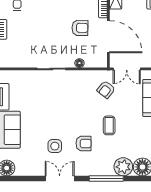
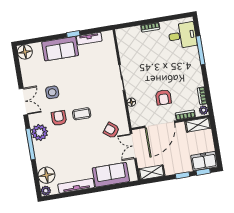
coffee table: (109, 125) -> (82, 114), moved
armchair: (84, 143) -> (59, 118), turned 180
plant: (123, 167) -> (40, 132), moved

